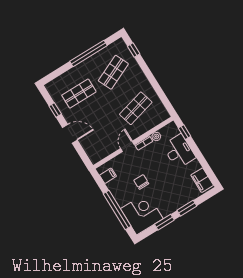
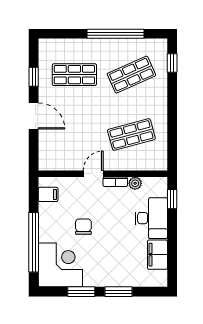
filing cabinet: (202, 180) -> (158, 255), moved

